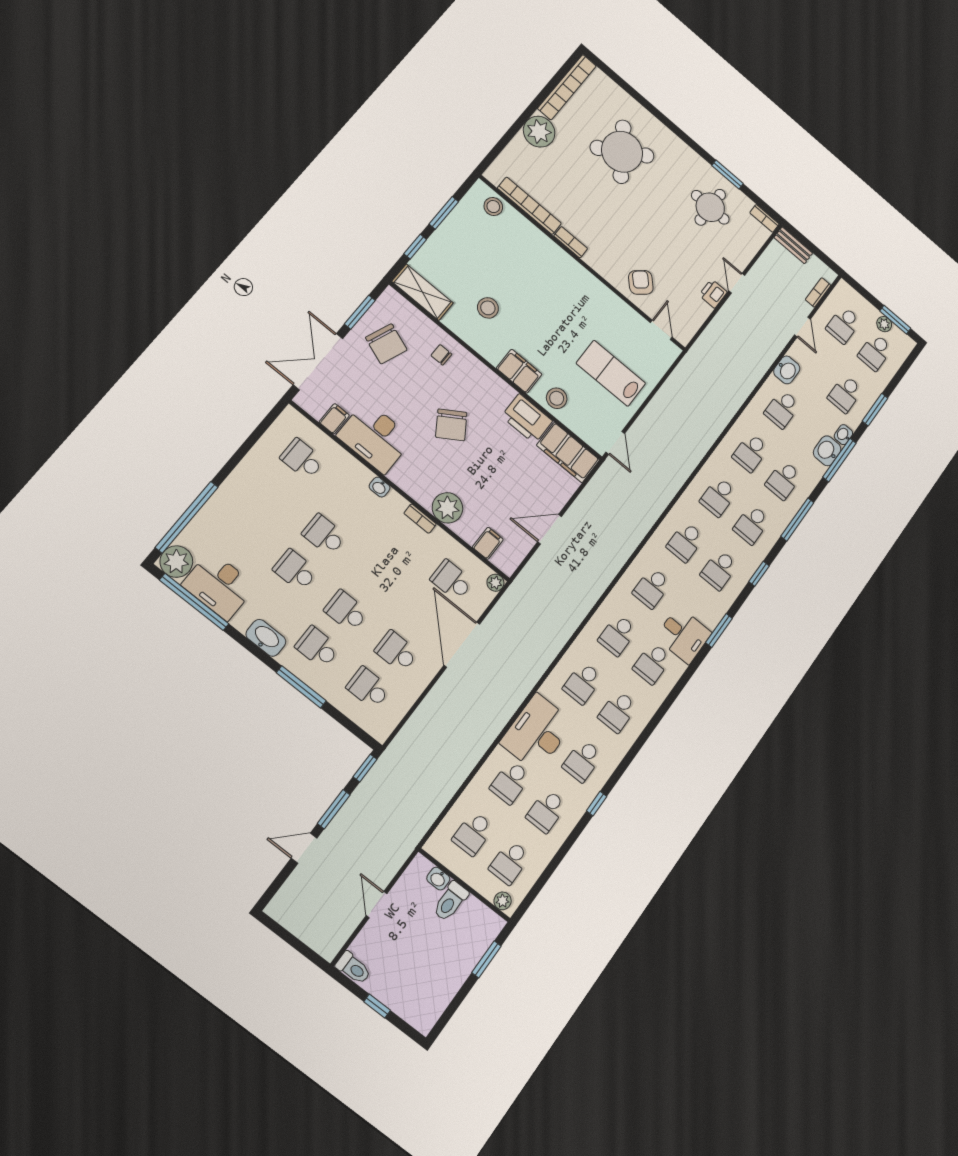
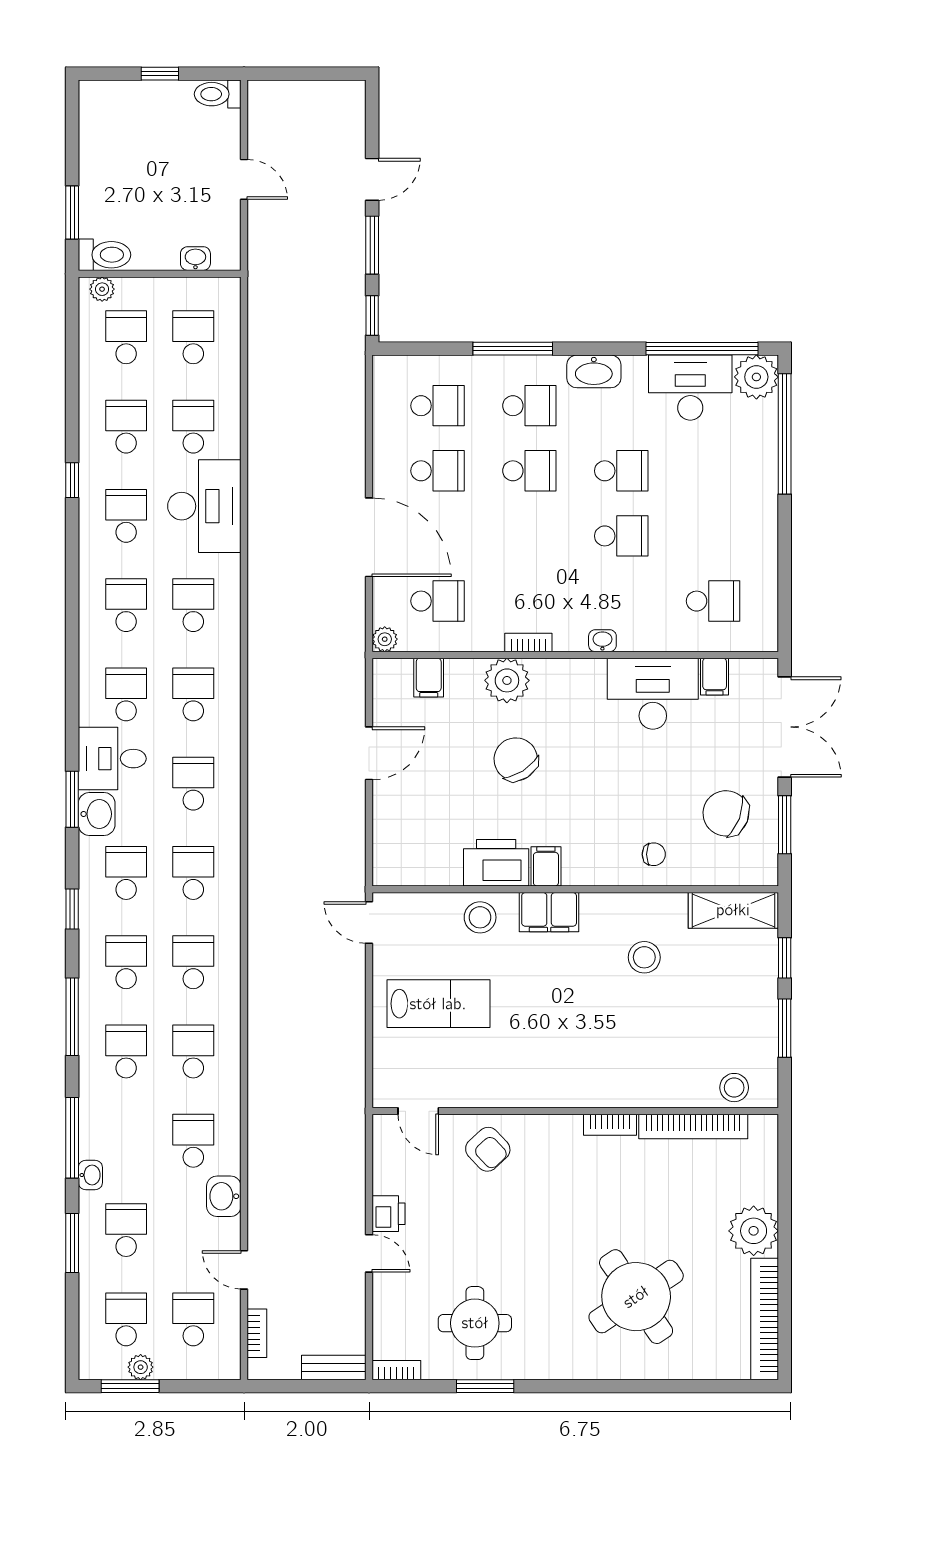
chair: (451, 425) -> (516, 759), moved
washbasin: (827, 451) -> (97, 814), moved
filing cabinet: (568, 453) -> (546, 866), moved, width x0.33, depth x0.86
toilet: (451, 901) -> (105, 255), moved, turned 90

